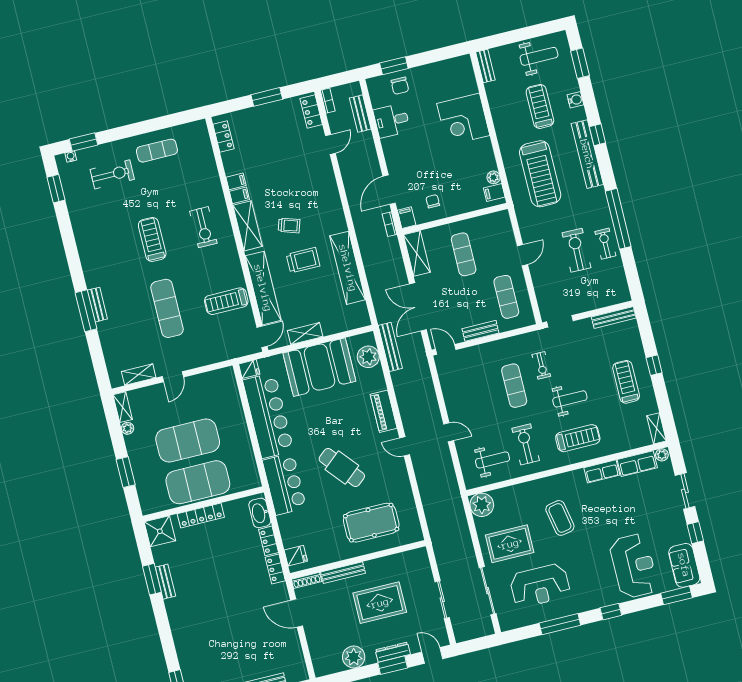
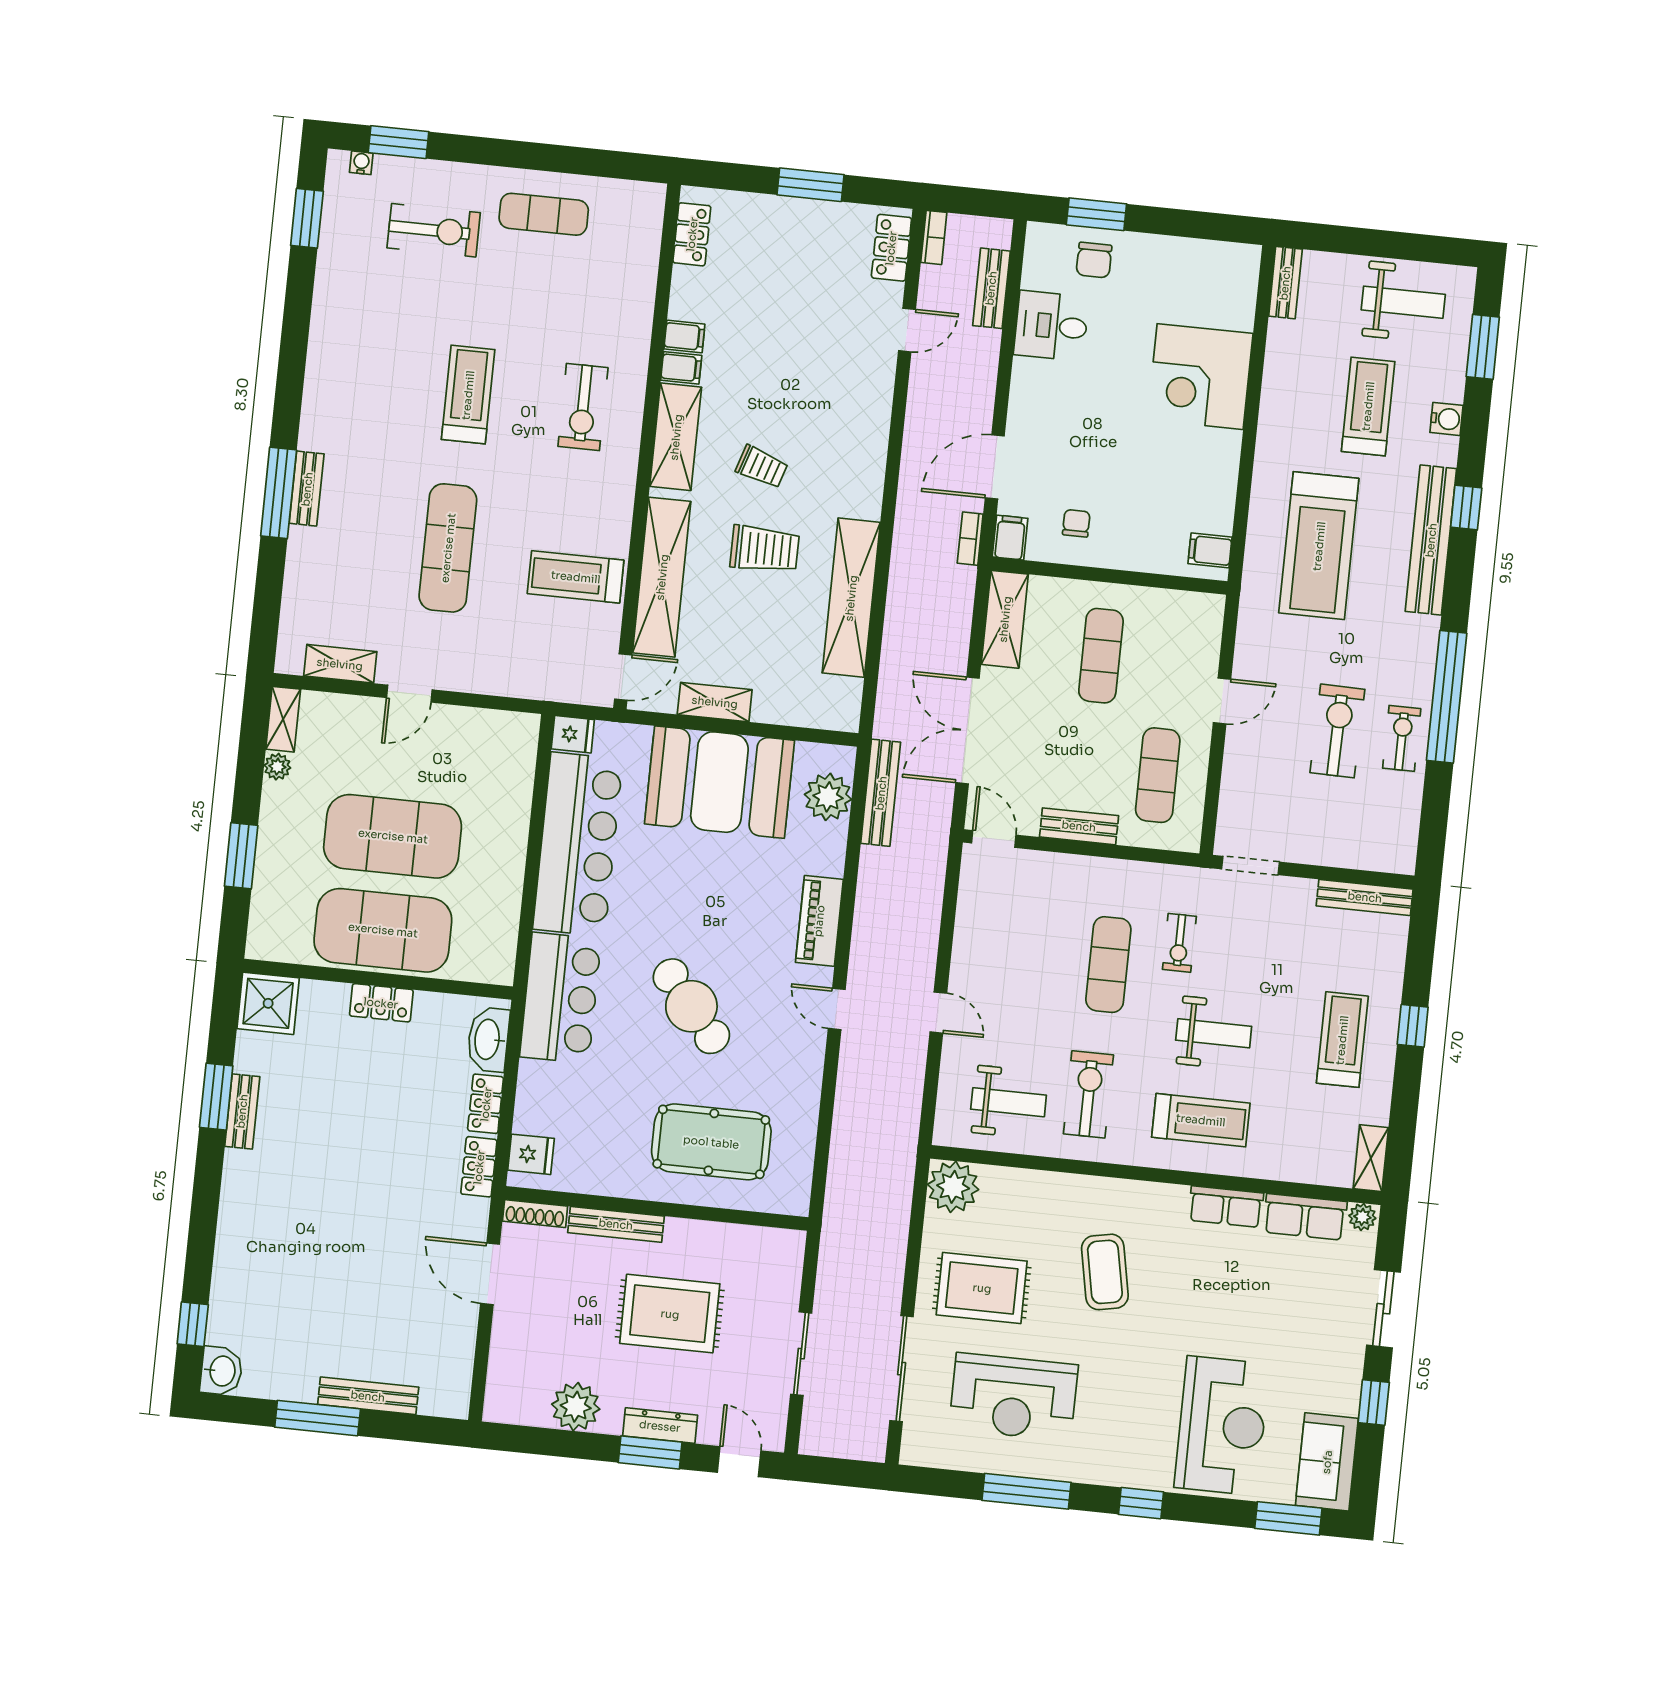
plant: (494, 177) -> (1220, 519), removed
locker: (201, 515) -> (381, 1003), width x0.66

